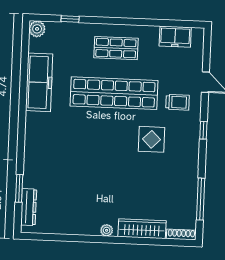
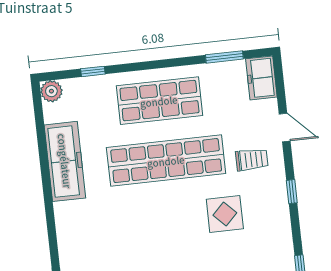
window: (169, 23) -> (224, 57), added
freezer: (175, 37) -> (261, 78), moved, turned 90
shop shelf: (116, 48) -> (159, 101), width x1.43, depth x1.36

